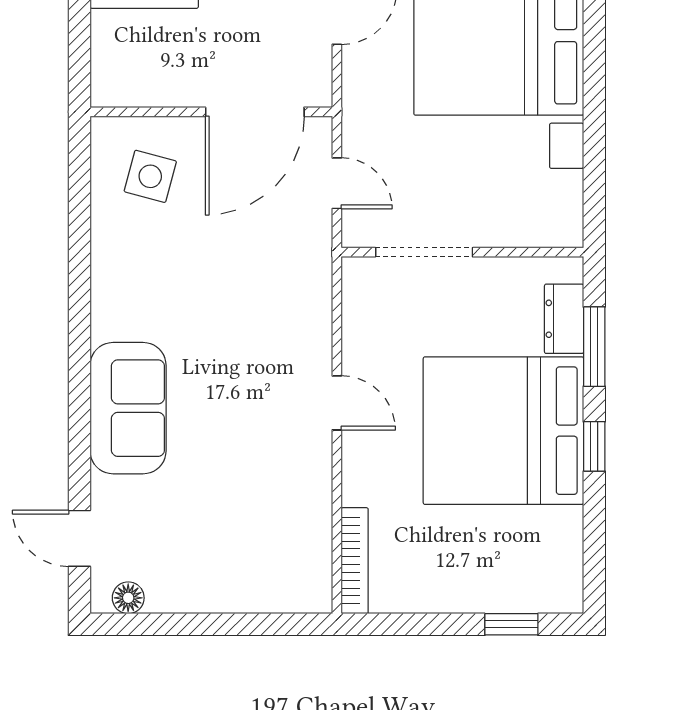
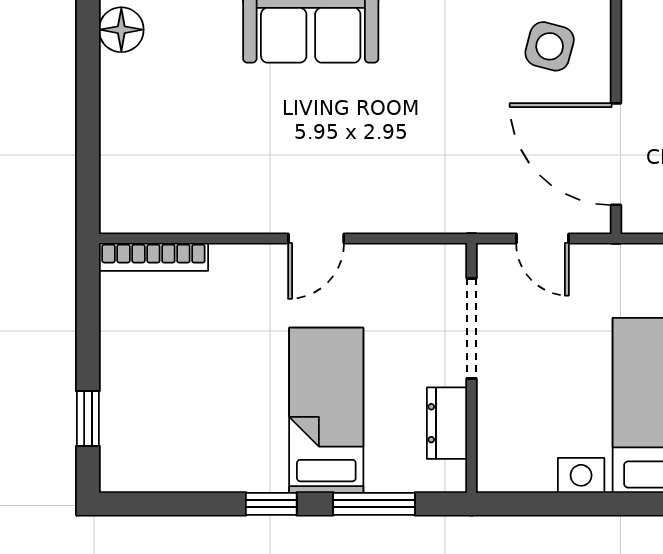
door: (337, 183) -> (542, 239), hinge flipped
dresser: (564, 319) -> (447, 423), moved, turned -90
bed: (503, 431) -> (326, 410), width x0.49
floor lamp: (128, 598) -> (121, 30), width x1.37, depth x1.37

